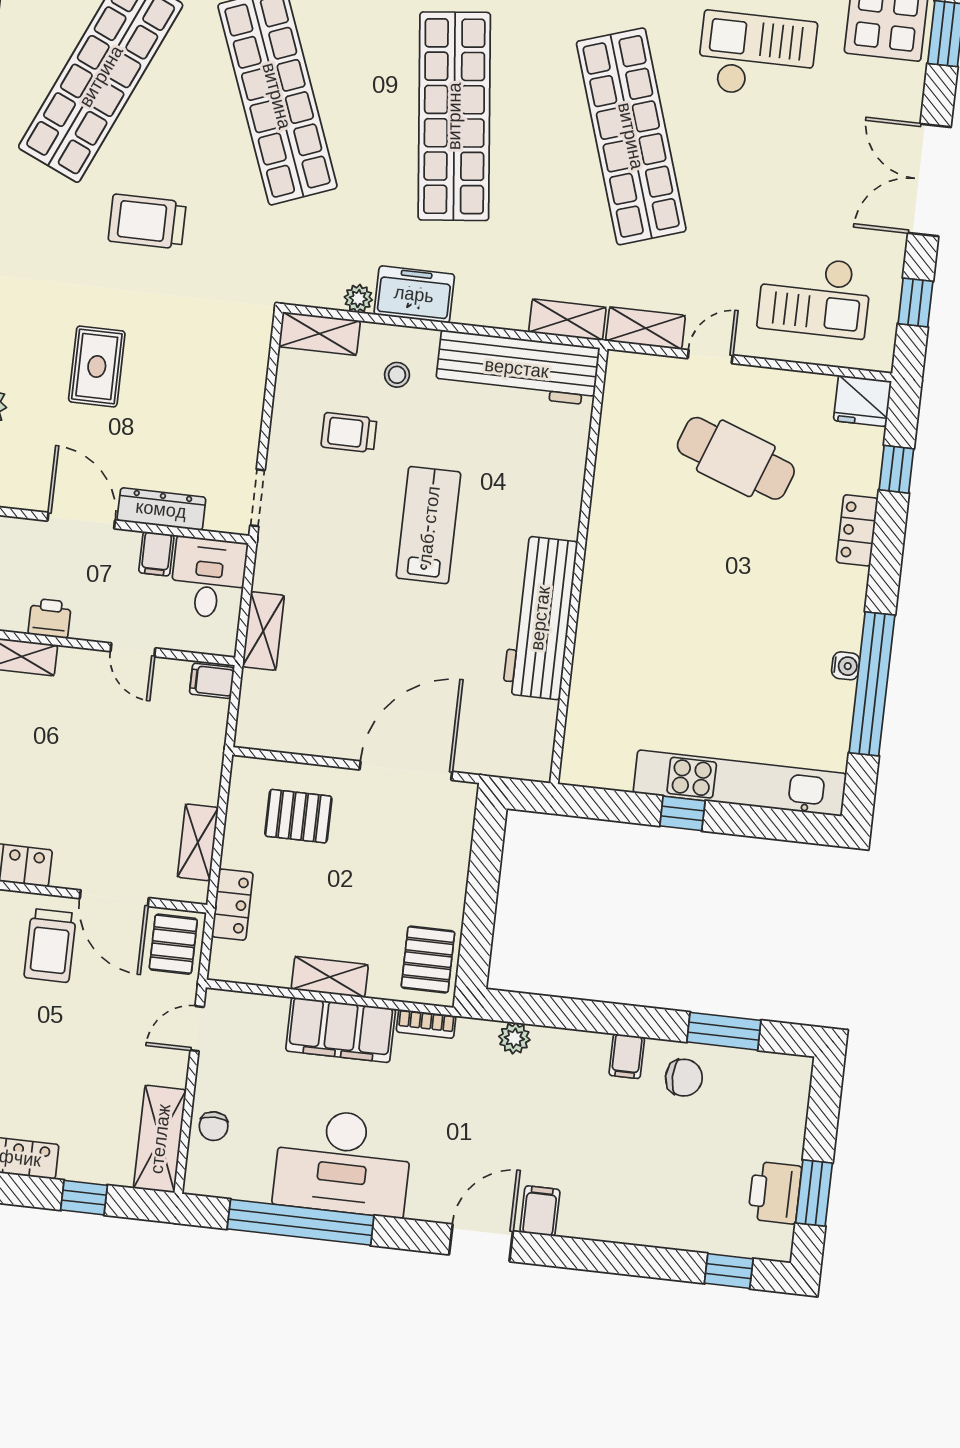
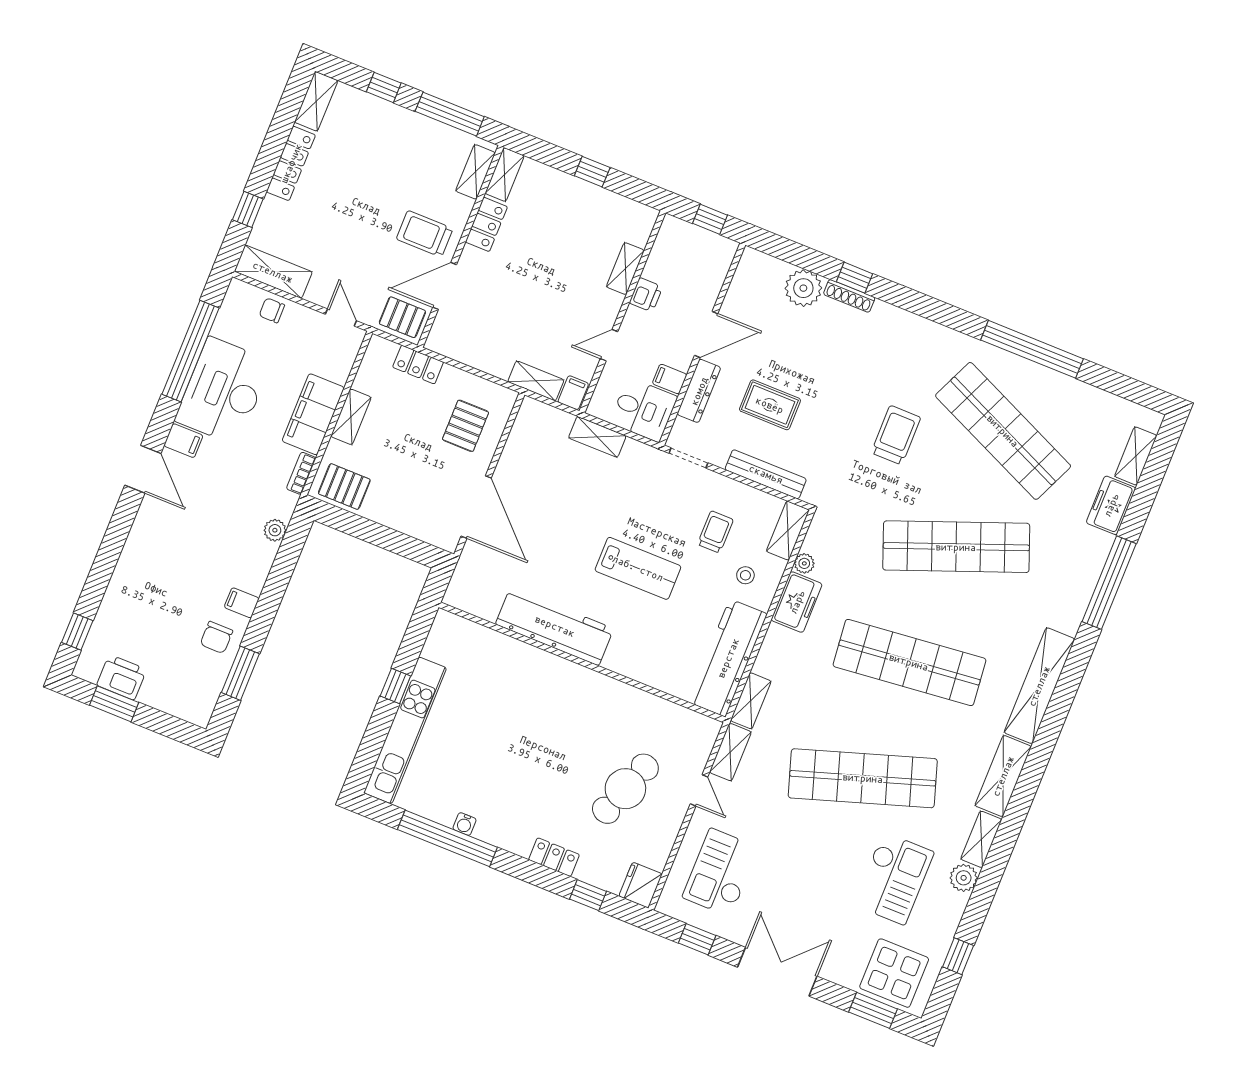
rug: (97, 366) -> (770, 405), moved
bench: (251, 385) -> (766, 474), added
shelving: (198, 842) -> (536, 381), moved
filing cabinet: (540, 1211) -> (183, 441), moved

